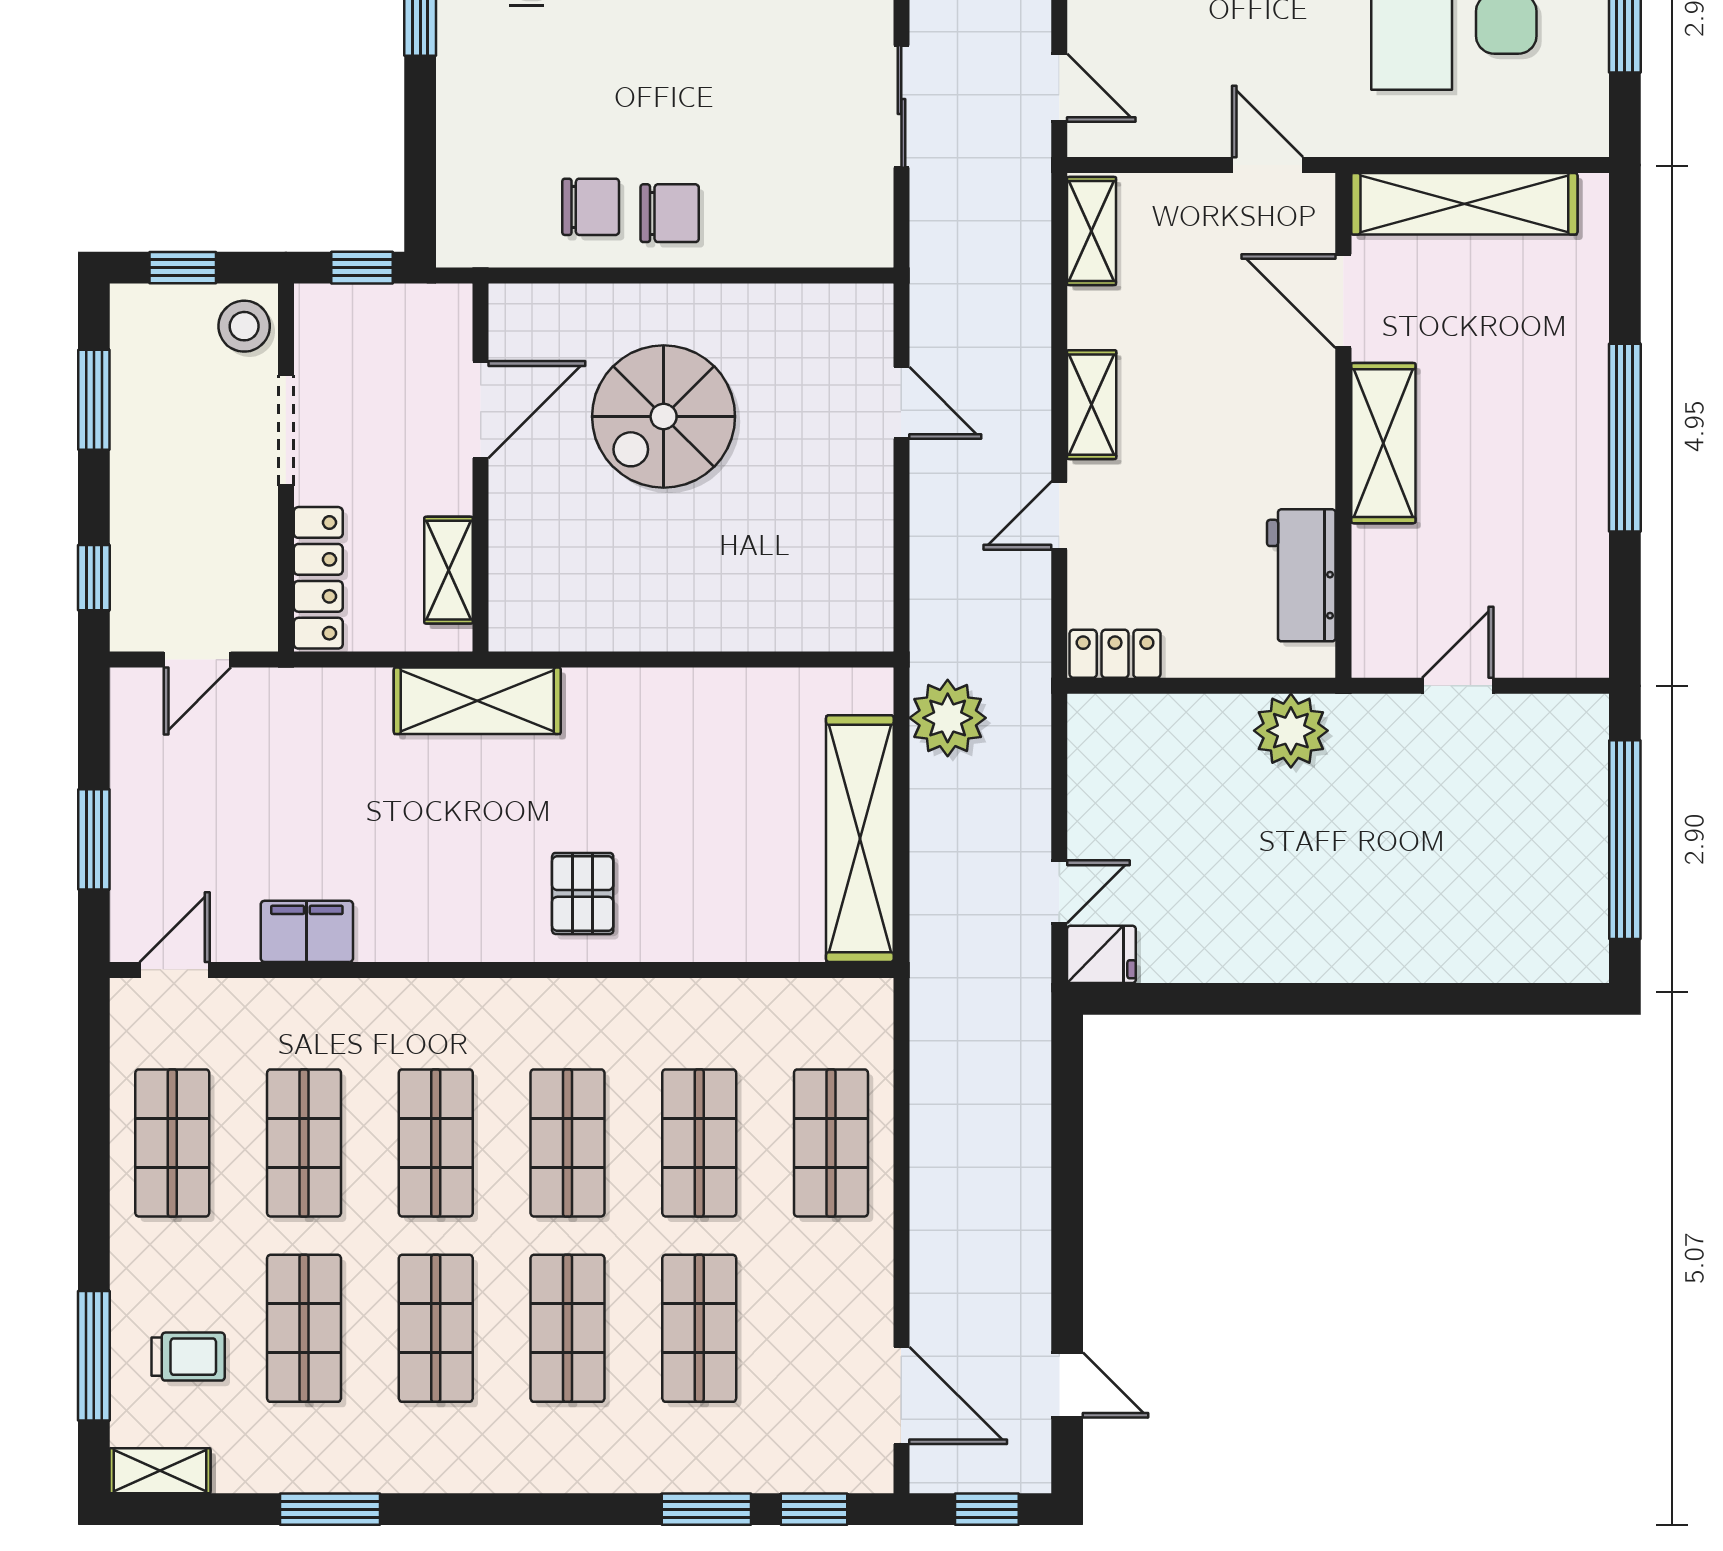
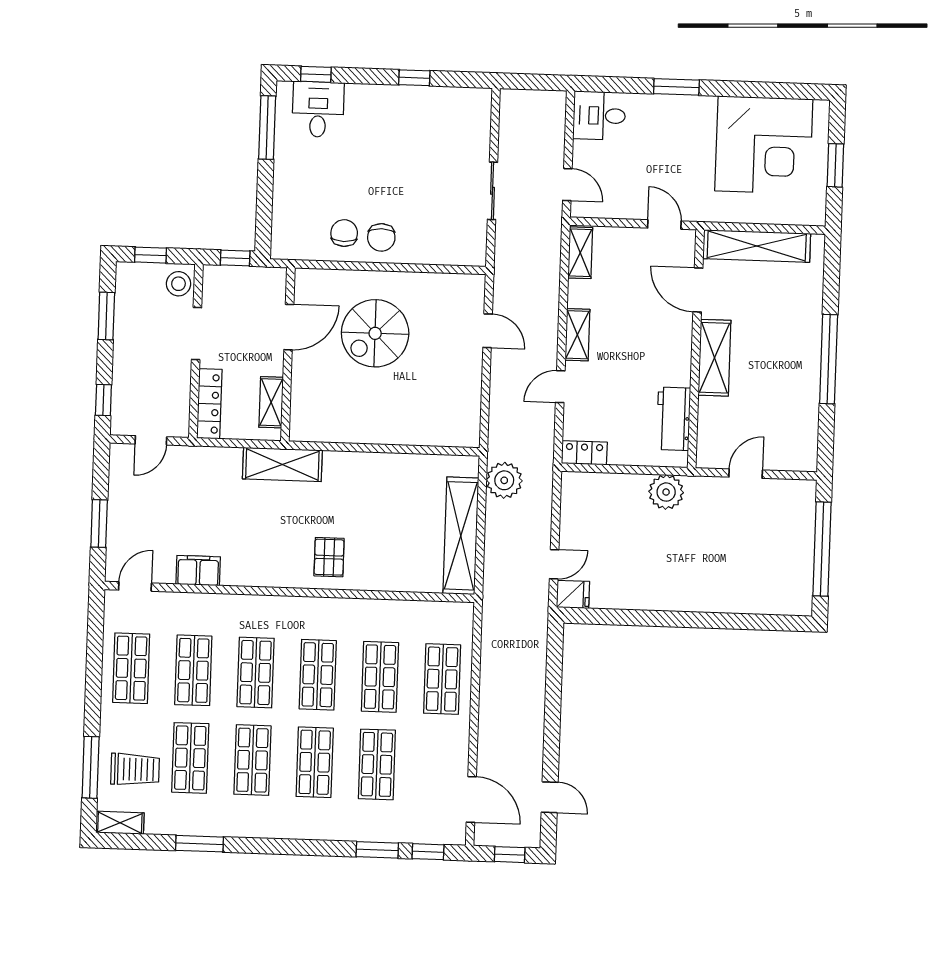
chair: (591, 207) -> (344, 233), turned -90
chair: (670, 213) -> (381, 237), turned 90
trolley: (188, 1357) -> (135, 769), width x1.36, depth x1.39

